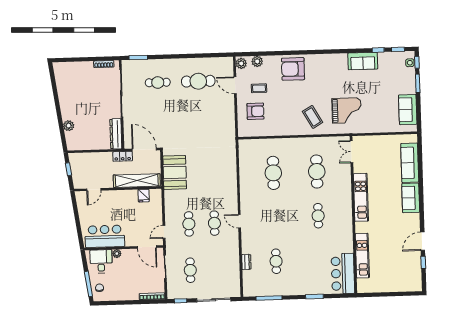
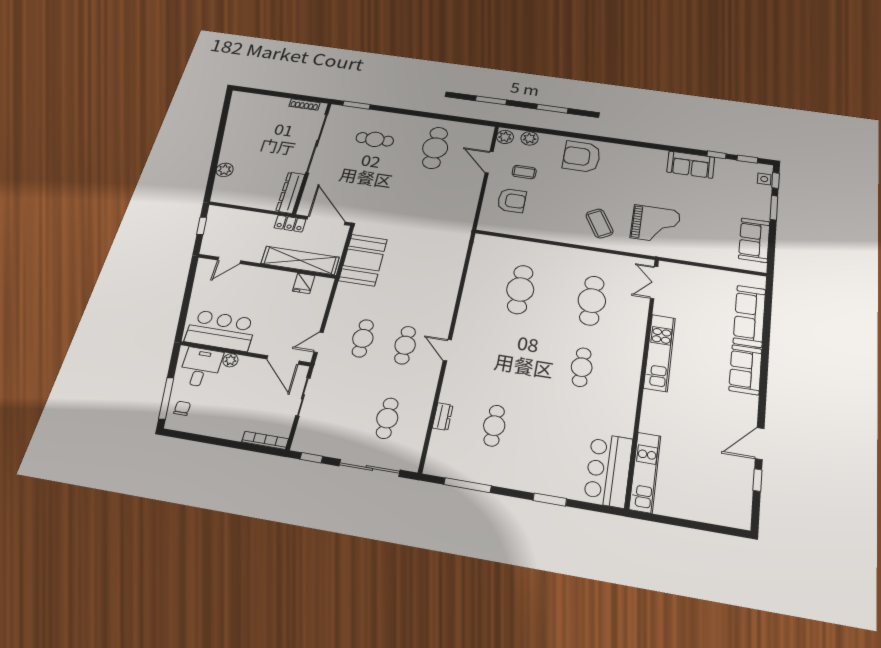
cafe table: (198, 81) -> (435, 148), turned 90
kitchen unit: (362, 256) -> (645, 472), moved
cafe table: (190, 270) -> (387, 418), moved

